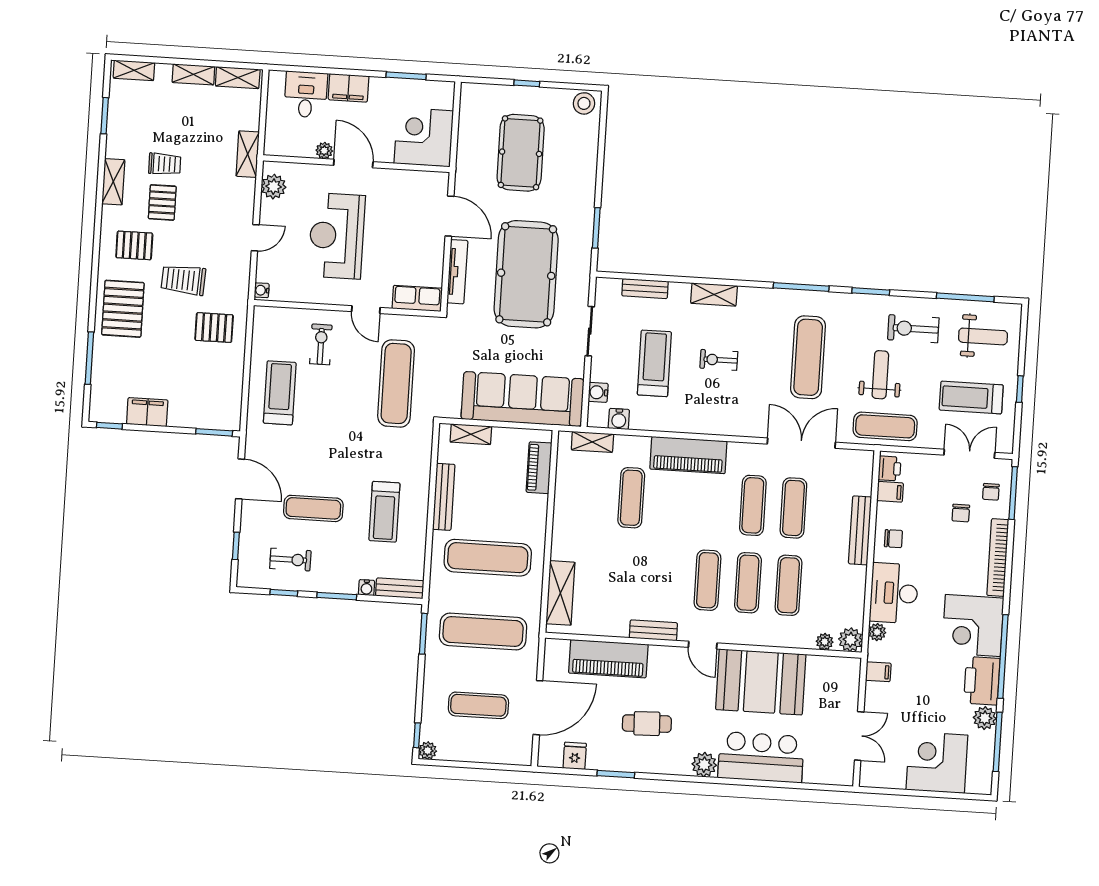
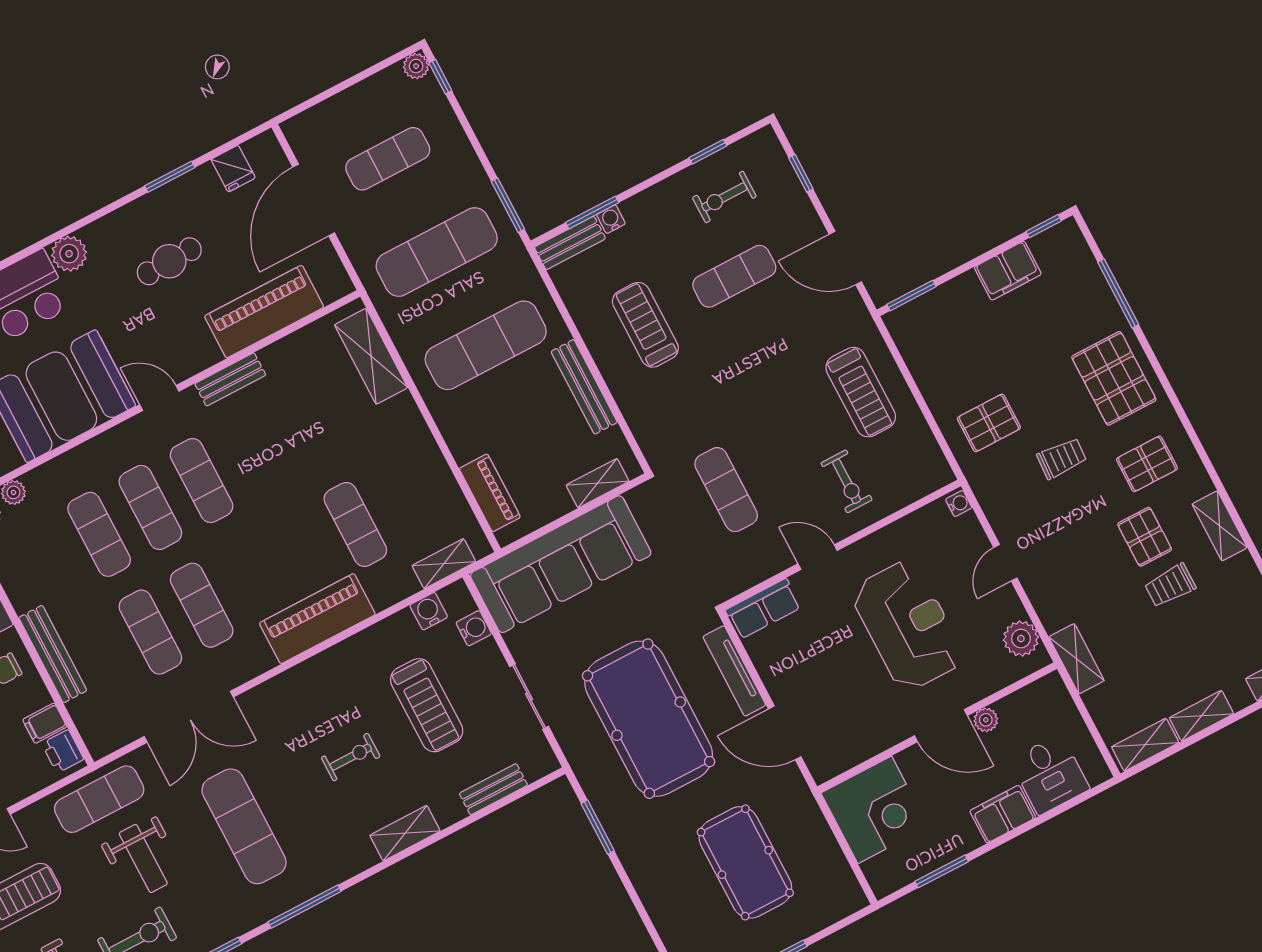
trolley: (183, 280) -> (1062, 458), width x0.73, depth x0.72
exercise mat: (396, 383) -> (726, 490), width x0.73, depth x0.69
window: (337, 596) -> (592, 213), moved

